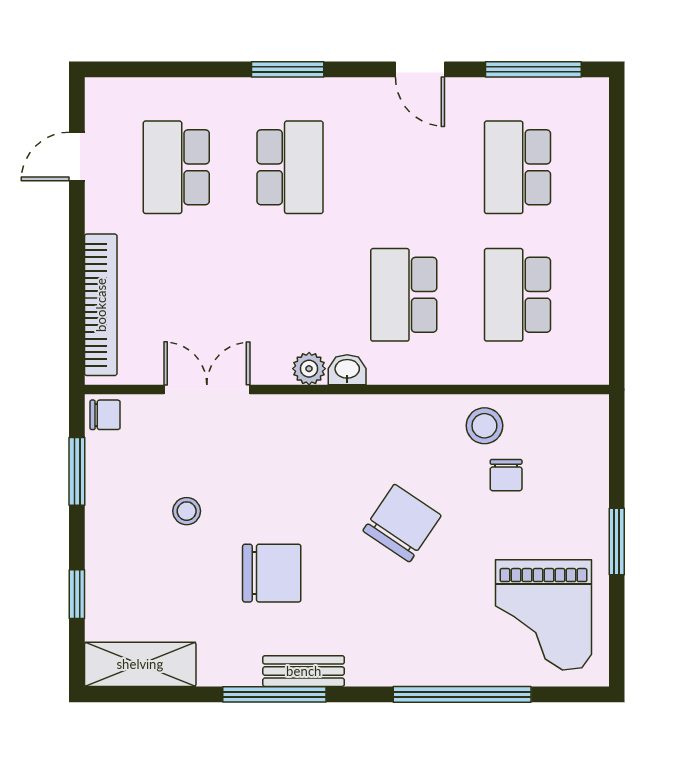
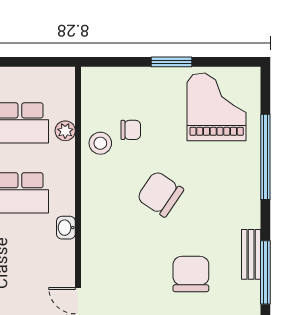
plant: (309, 369) -> (65, 131), moved
grand piano: (544, 615) -> (217, 107), turned -90

